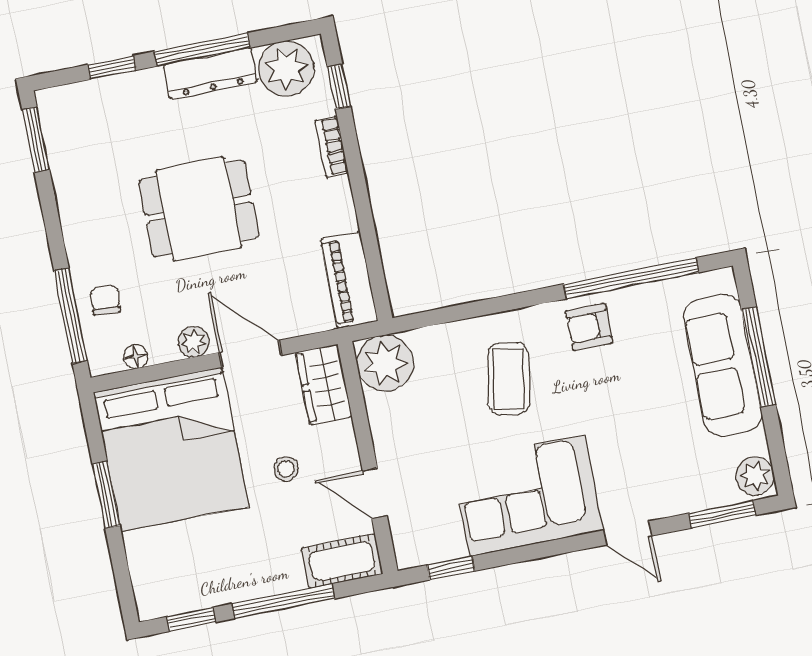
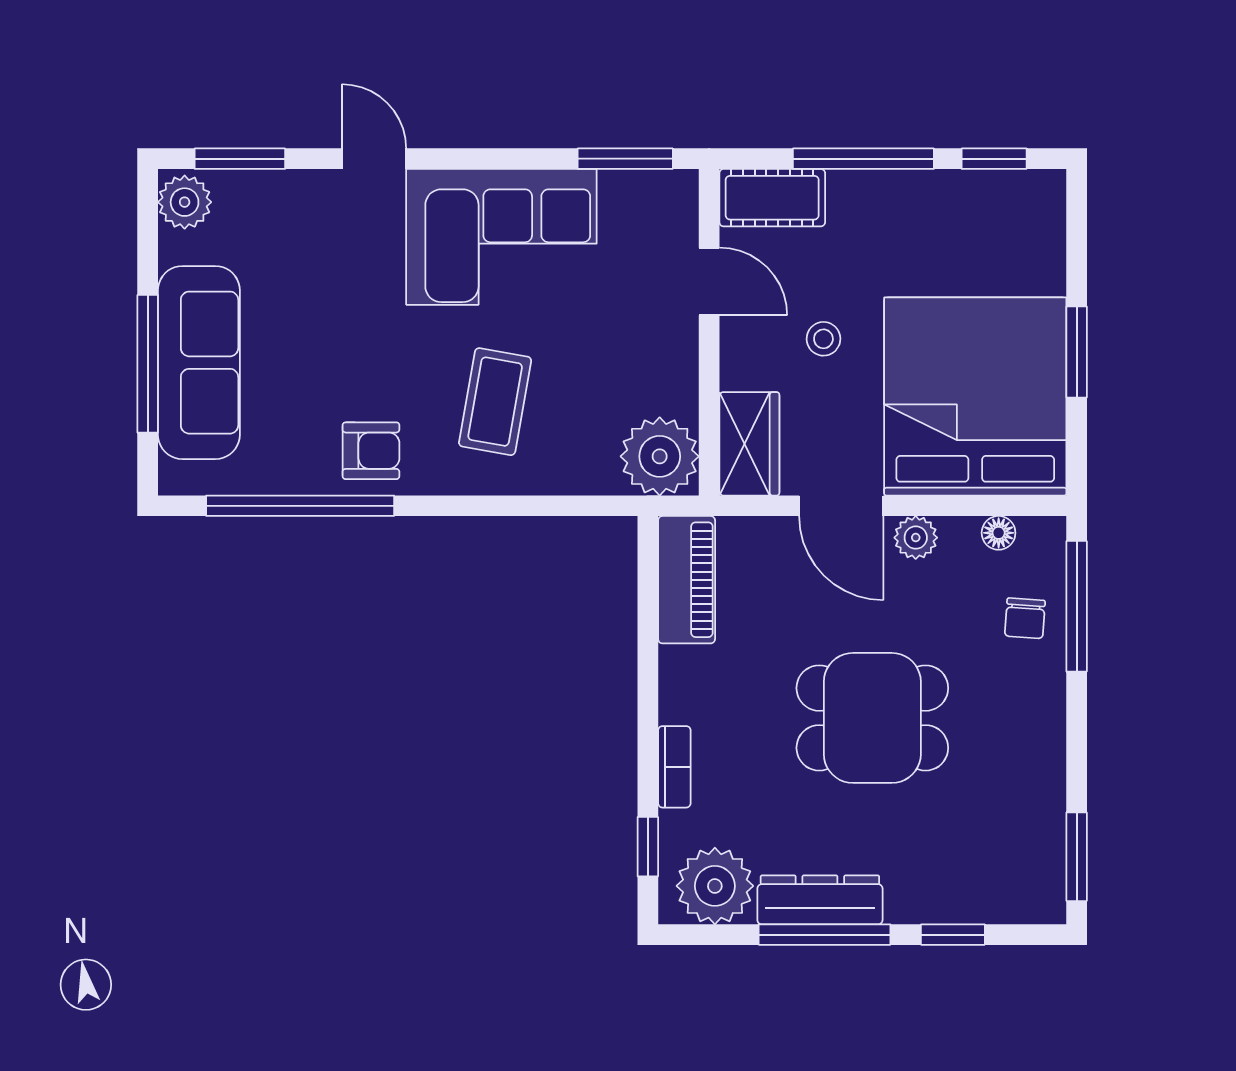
window: (451, 568) -> (625, 159), width x1.50

